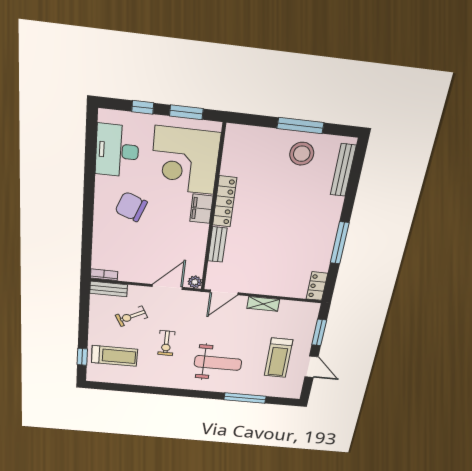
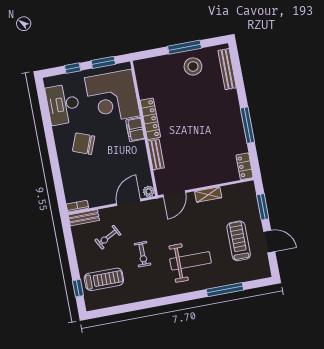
treadmill: (278, 358) -> (239, 241), turned 180

